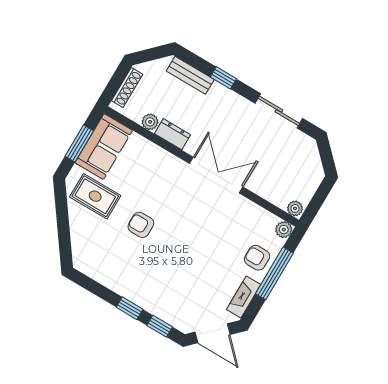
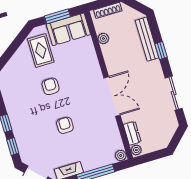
bench: (190, 75) -> (147, 39), width x1.36
dresser: (172, 134) -> (132, 133), moved
armchair: (257, 258) -> (65, 125), moved

